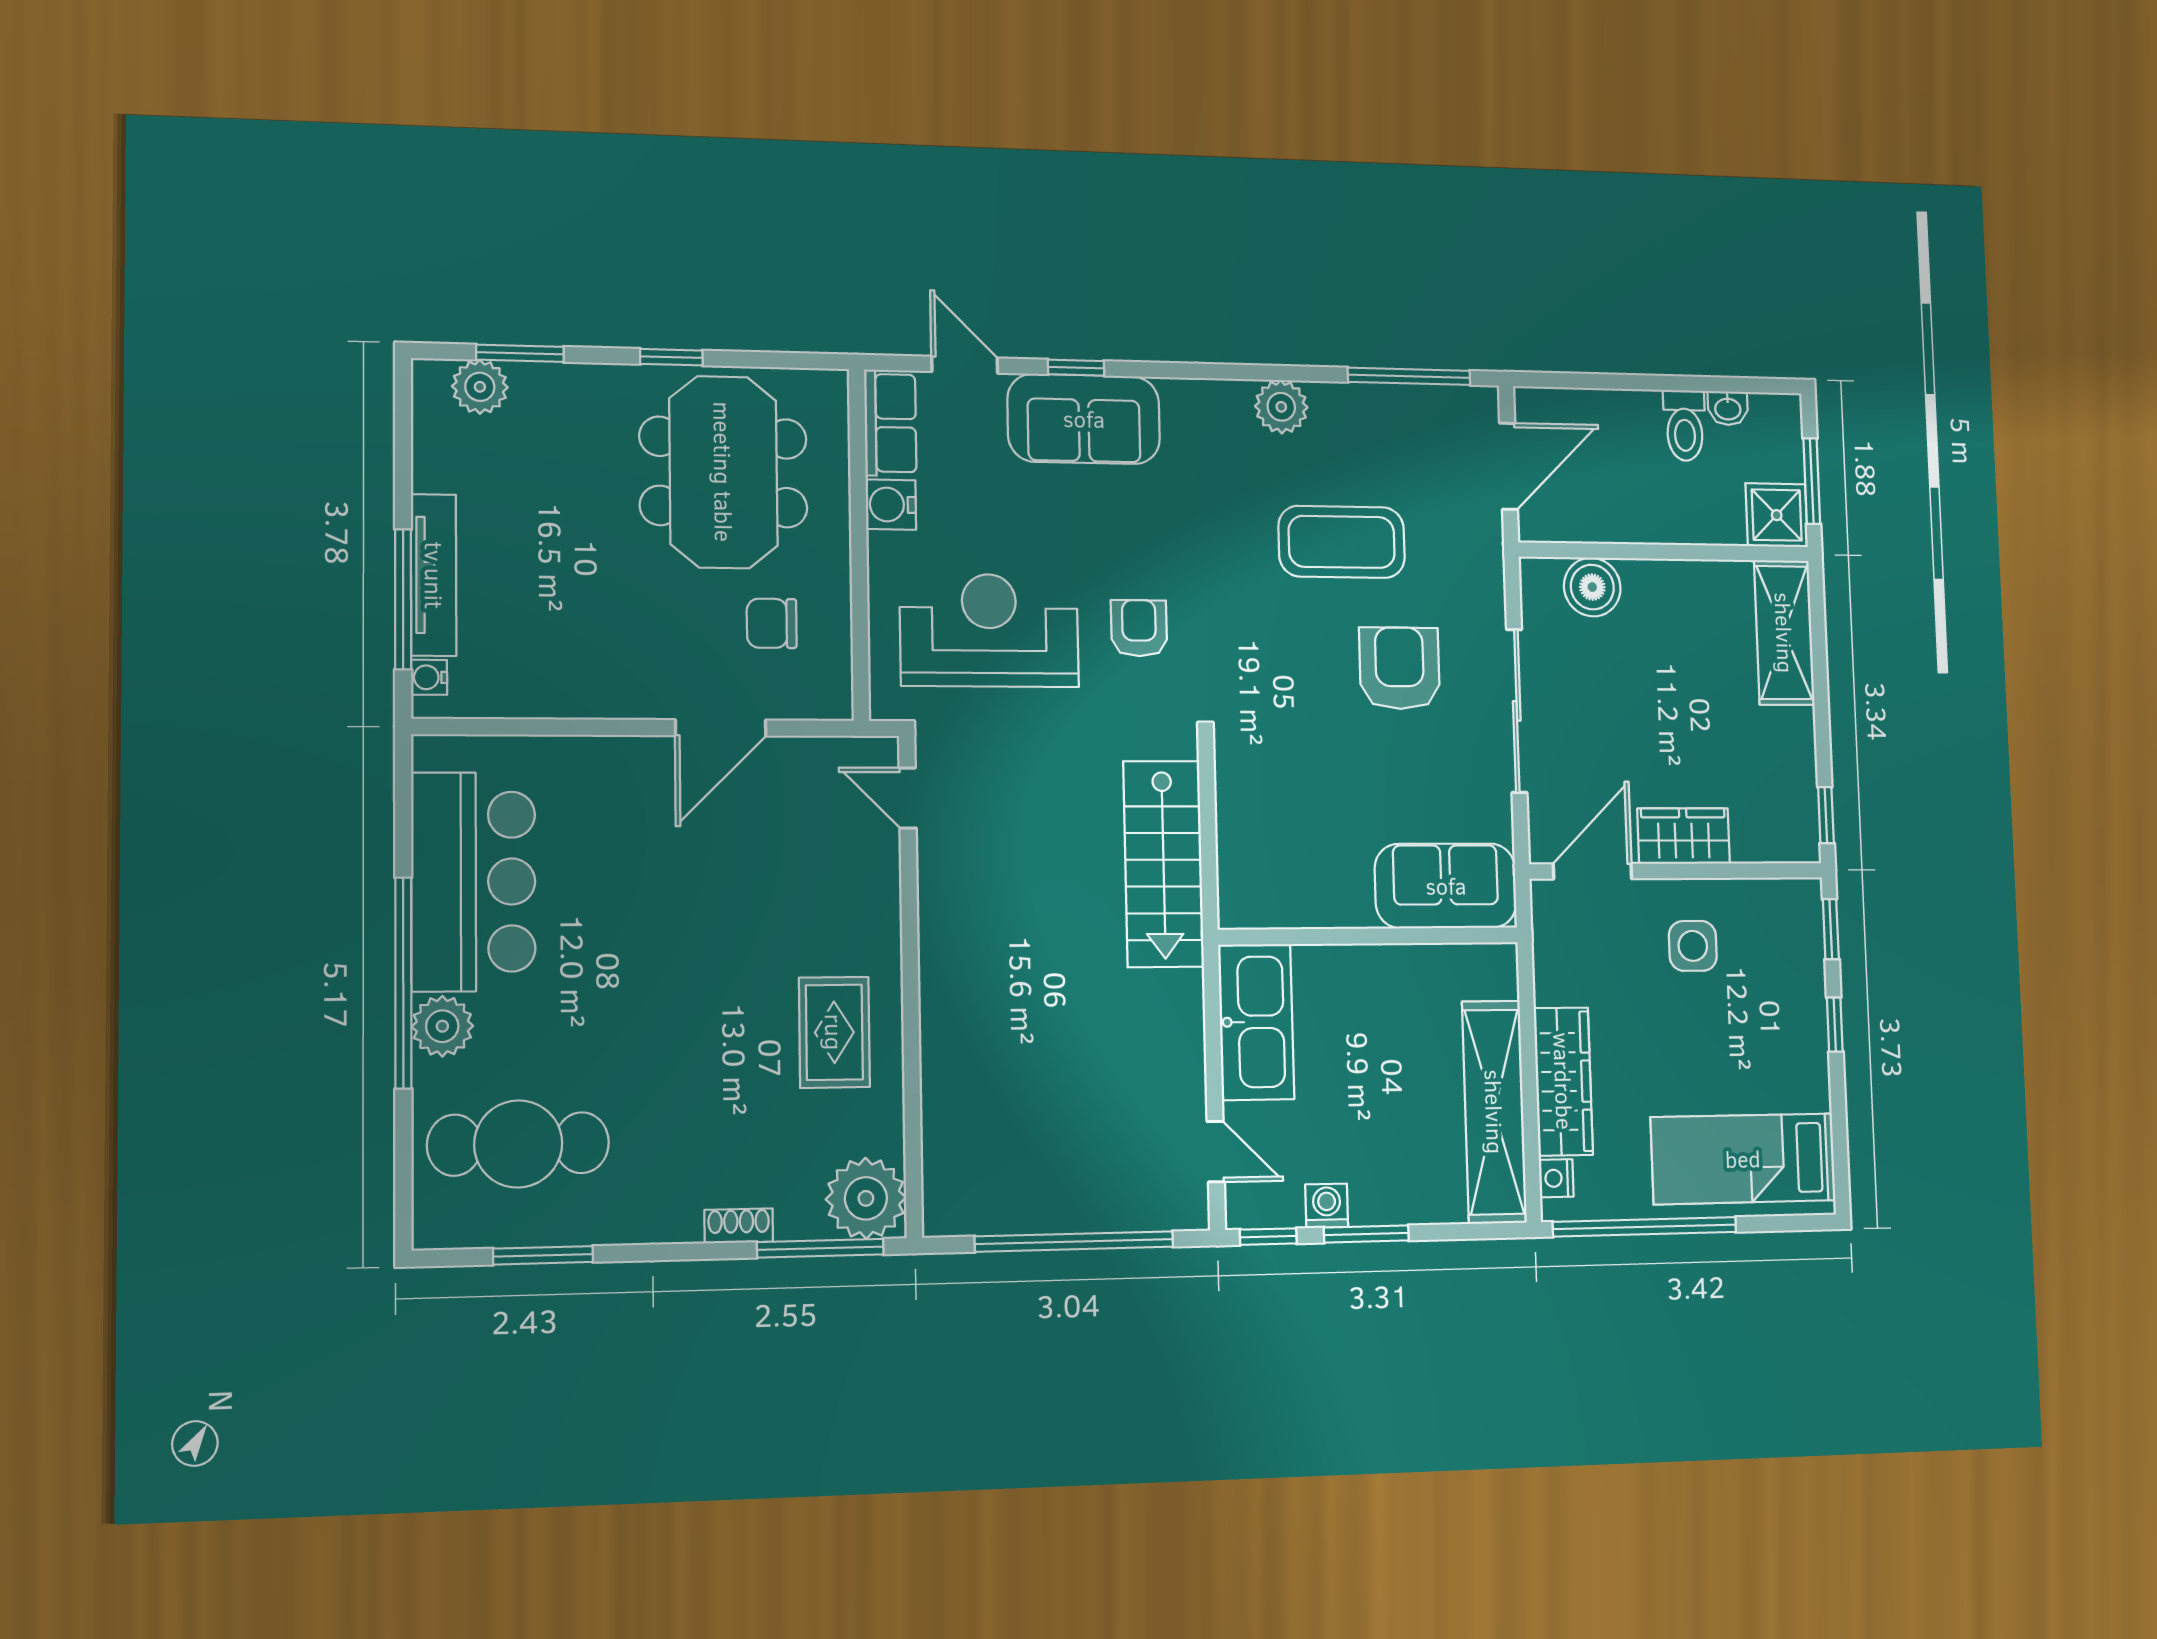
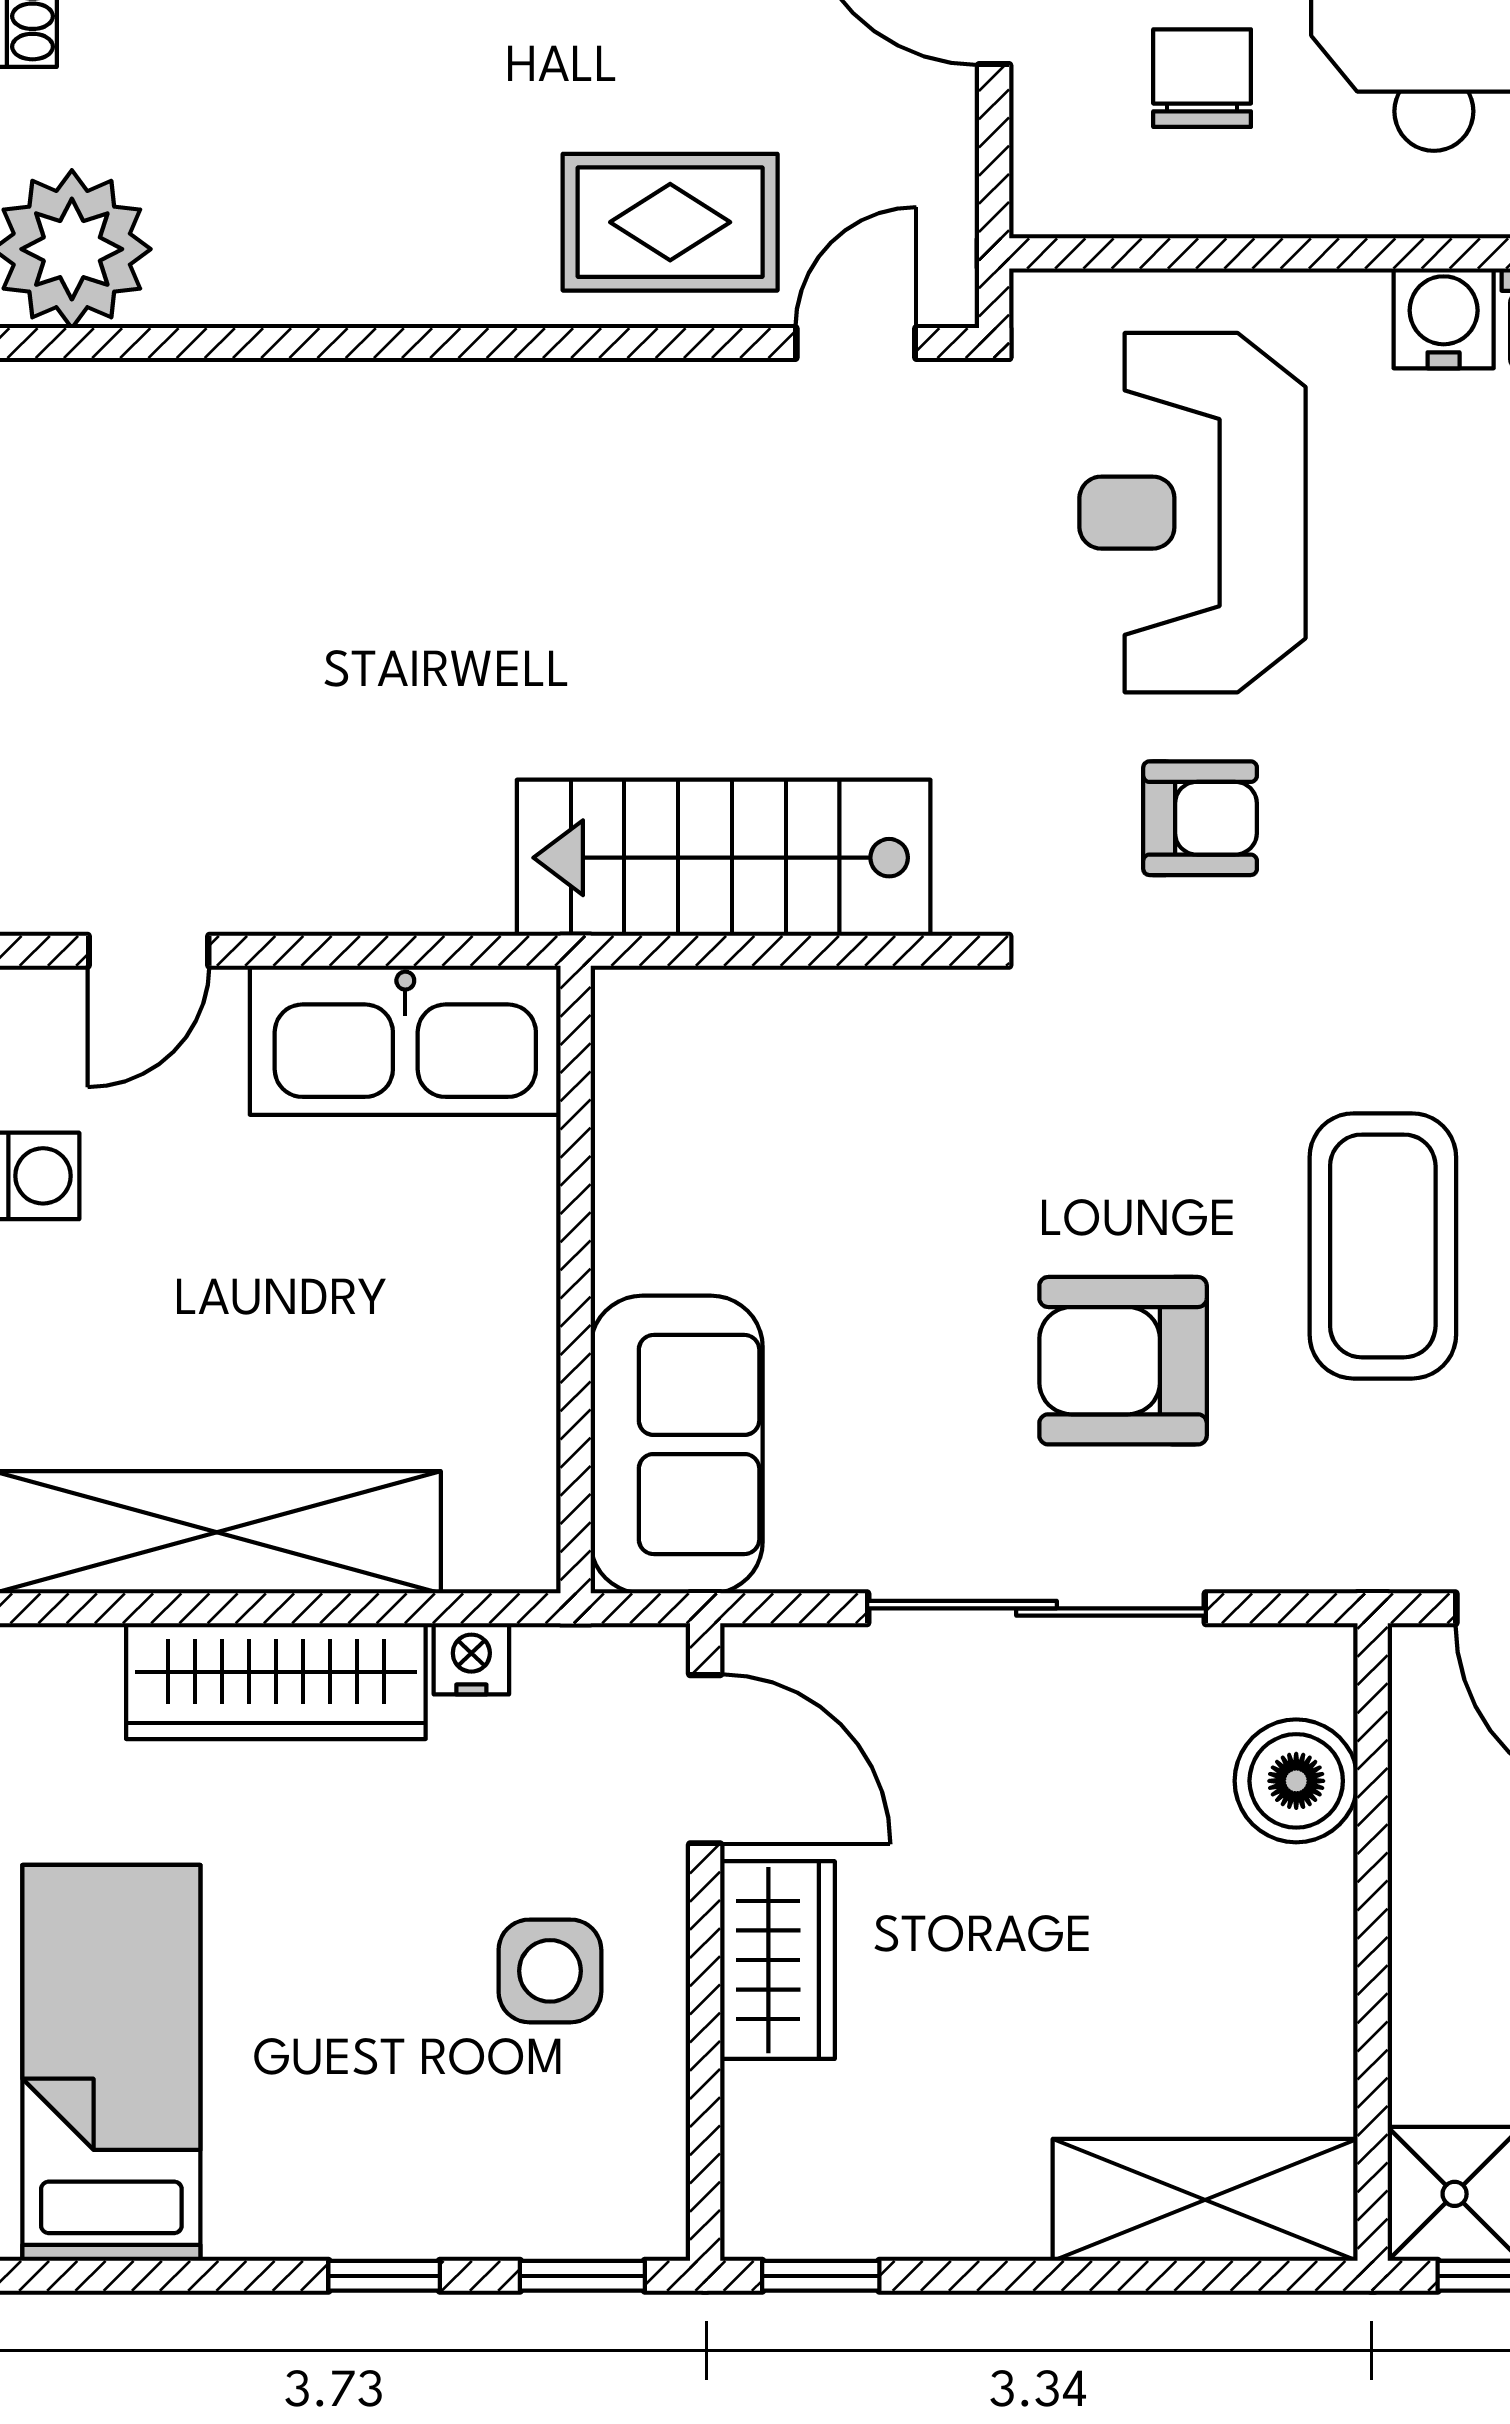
reception desk: (989, 630) -> (1192, 513), turned 180
armchair: (1400, 668) -> (1123, 1361), turned 180
rug: (834, 1032) -> (670, 222), moved
nightstand: (1556, 1178) -> (471, 1659), moved

